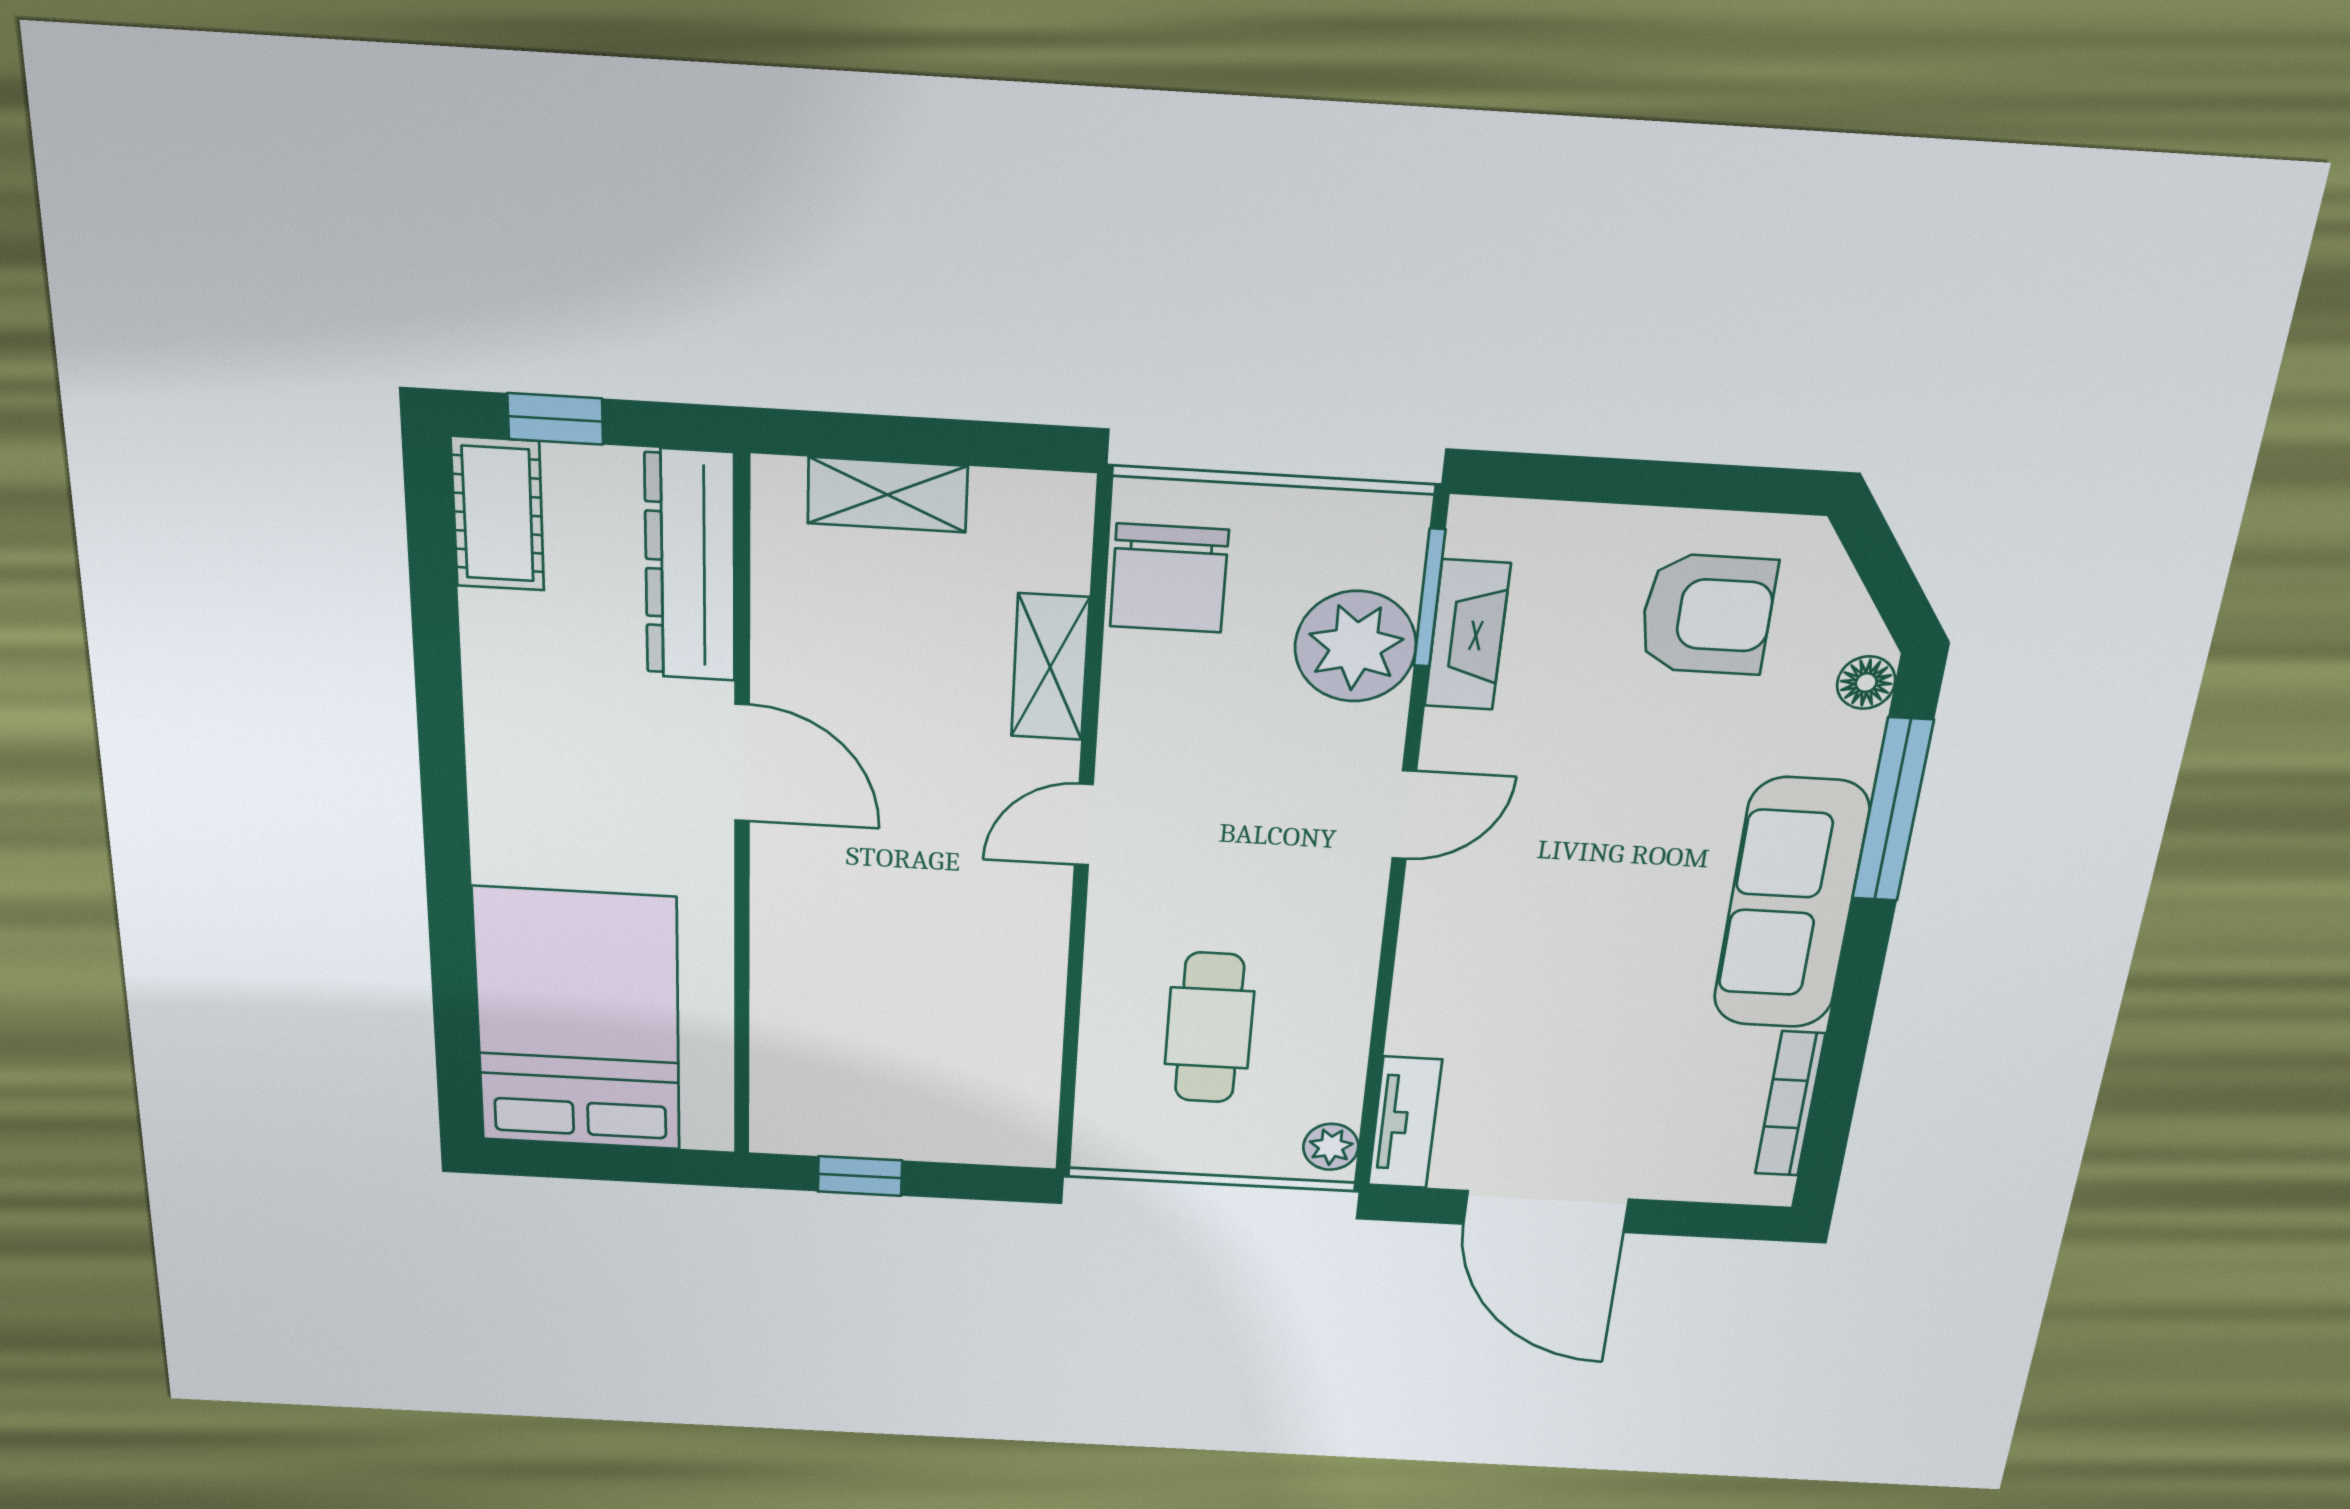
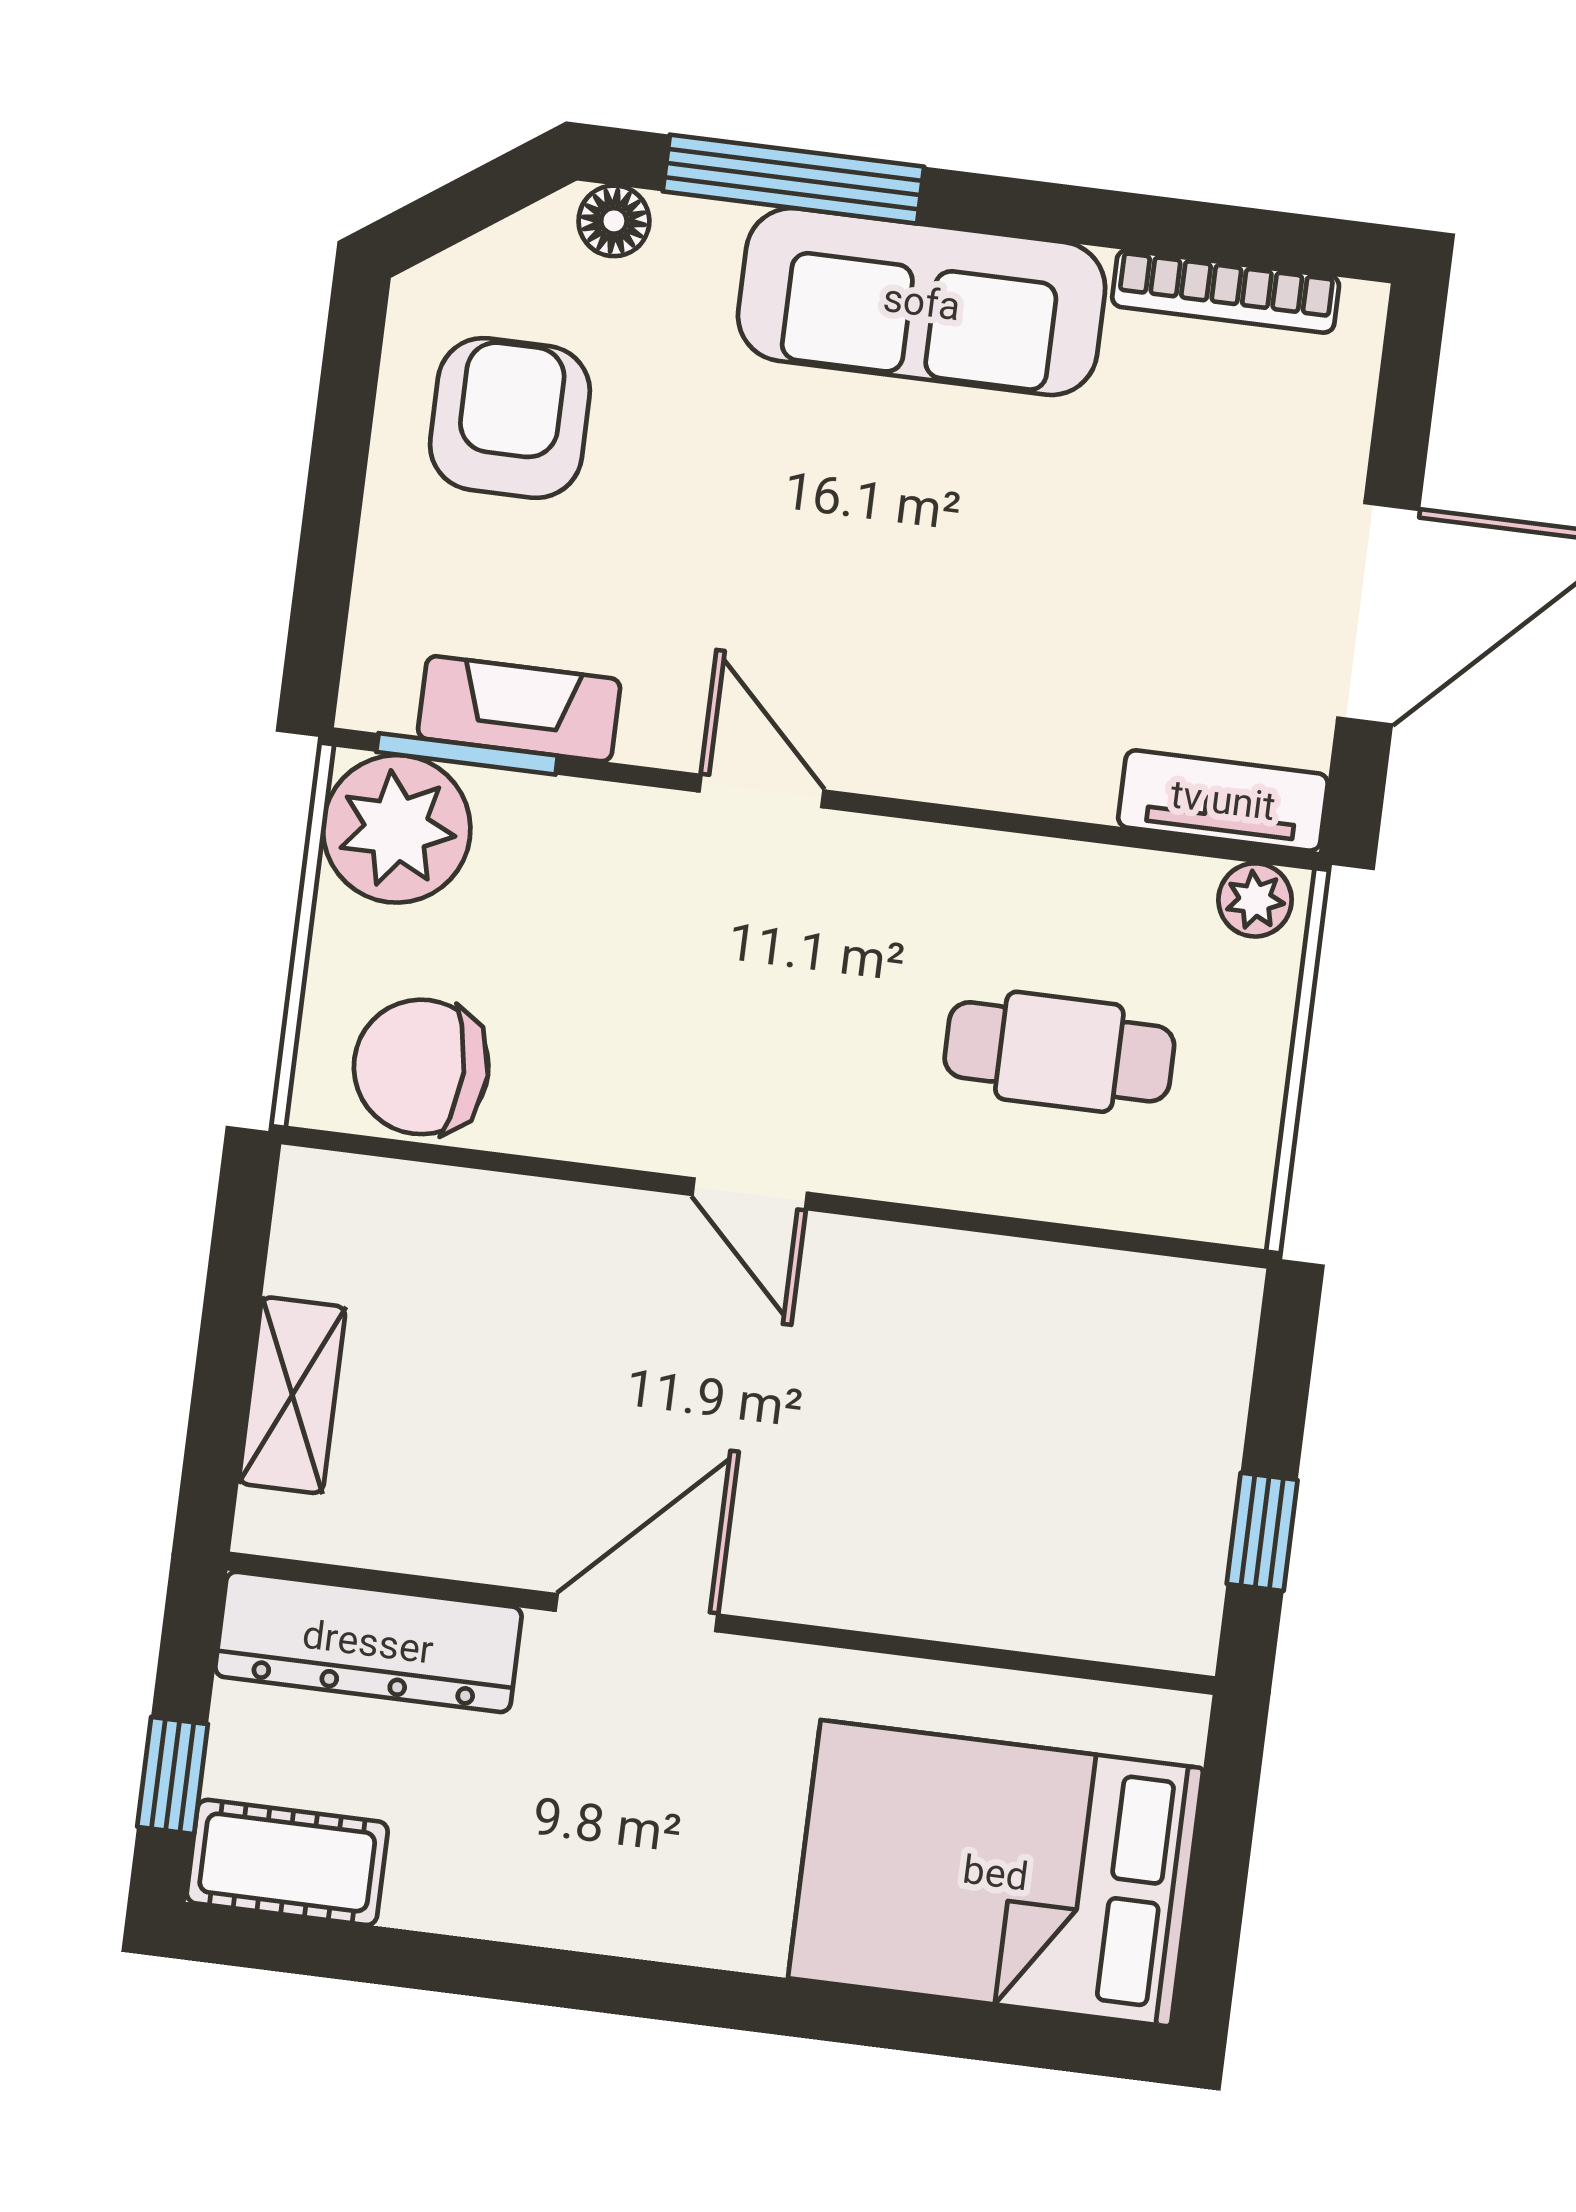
chair: (1169, 578) -> (421, 1067), turned 180
plant: (1355, 646) -> (397, 829), moved
shelving: (1050, 667) -> (530, 1219), removed

